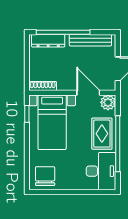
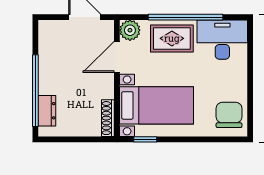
bench: (90, 40) -> (46, 54), removed
dresser: (48, 41) -> (47, 111), width x0.70
chair: (45, 176) -> (229, 115), turned 90

